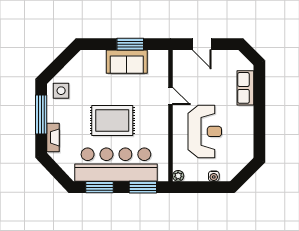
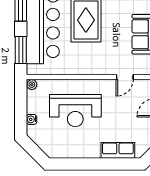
door: (171, 96) -> (125, 77), moved

